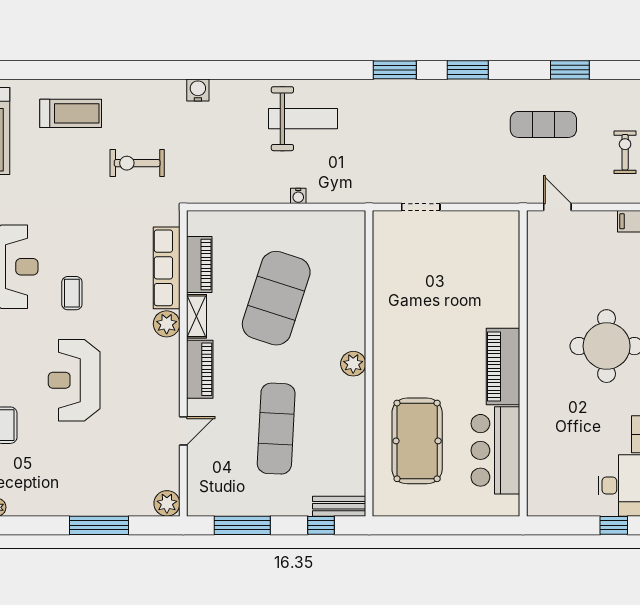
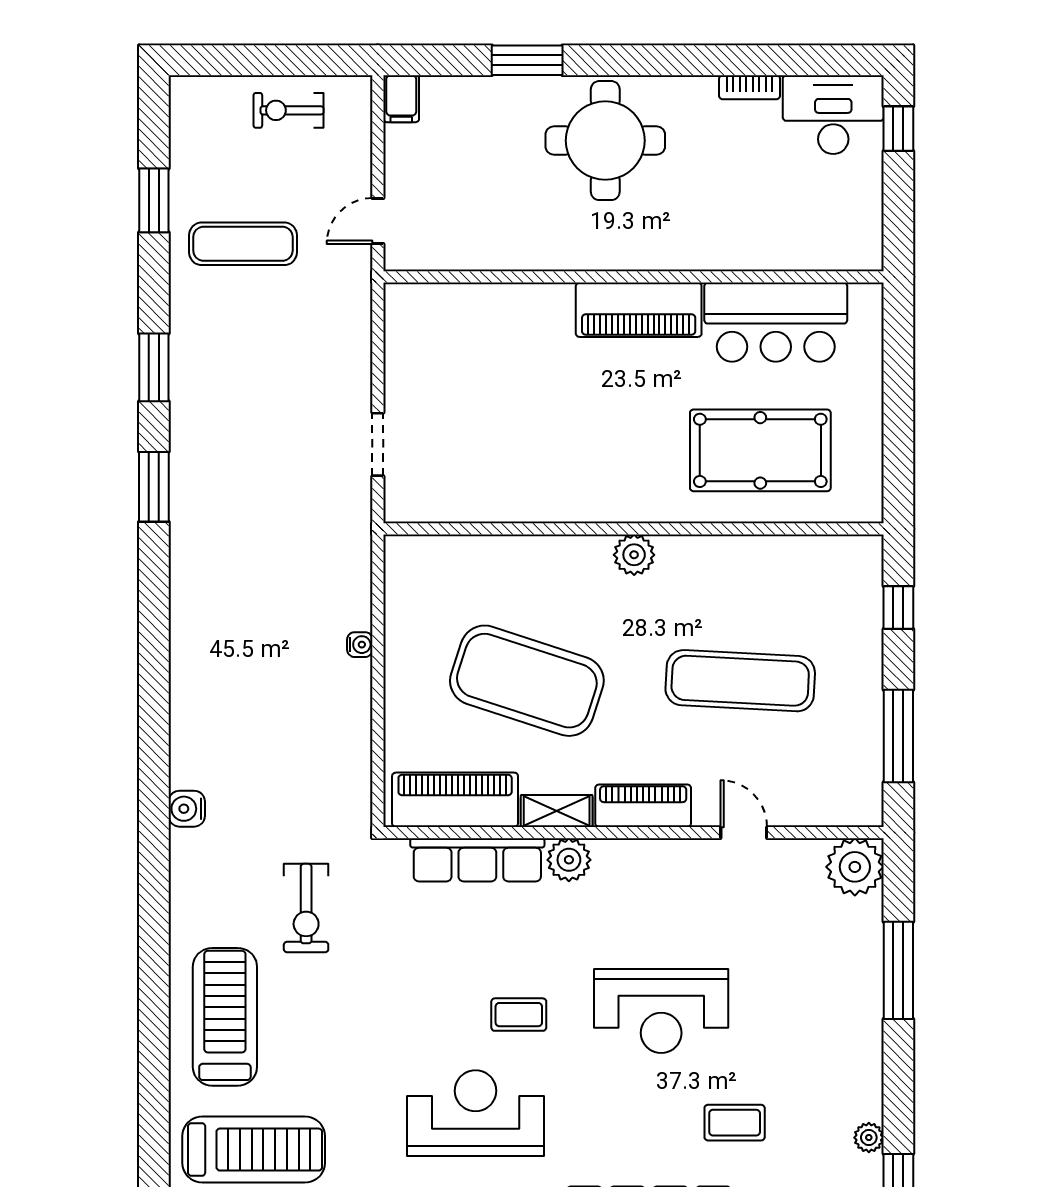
treadmill: (71, 113) -> (225, 1017), width x1.37, depth x1.38
weight bench: (303, 119) -> (234, 637), removed
exercise mat: (543, 124) -> (243, 244), turned 90
piano: (199, 264) -> (455, 800), width x1.37, depth x1.33
plant: (167, 503) -> (855, 867), width x1.36, depth x1.36
bench: (339, 506) -> (867, 578), removed

